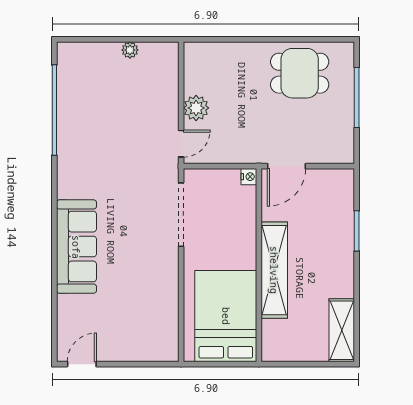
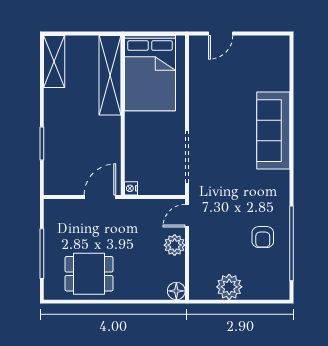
plant: (130, 50) -> (229, 287), width x1.87, depth x1.87
floor lamp: (194, 52) -> (176, 291), added
armchair: (89, 118) -> (263, 237), added
shelving: (274, 270) -> (110, 75), moved
door: (82, 364) -> (221, 34), moved

